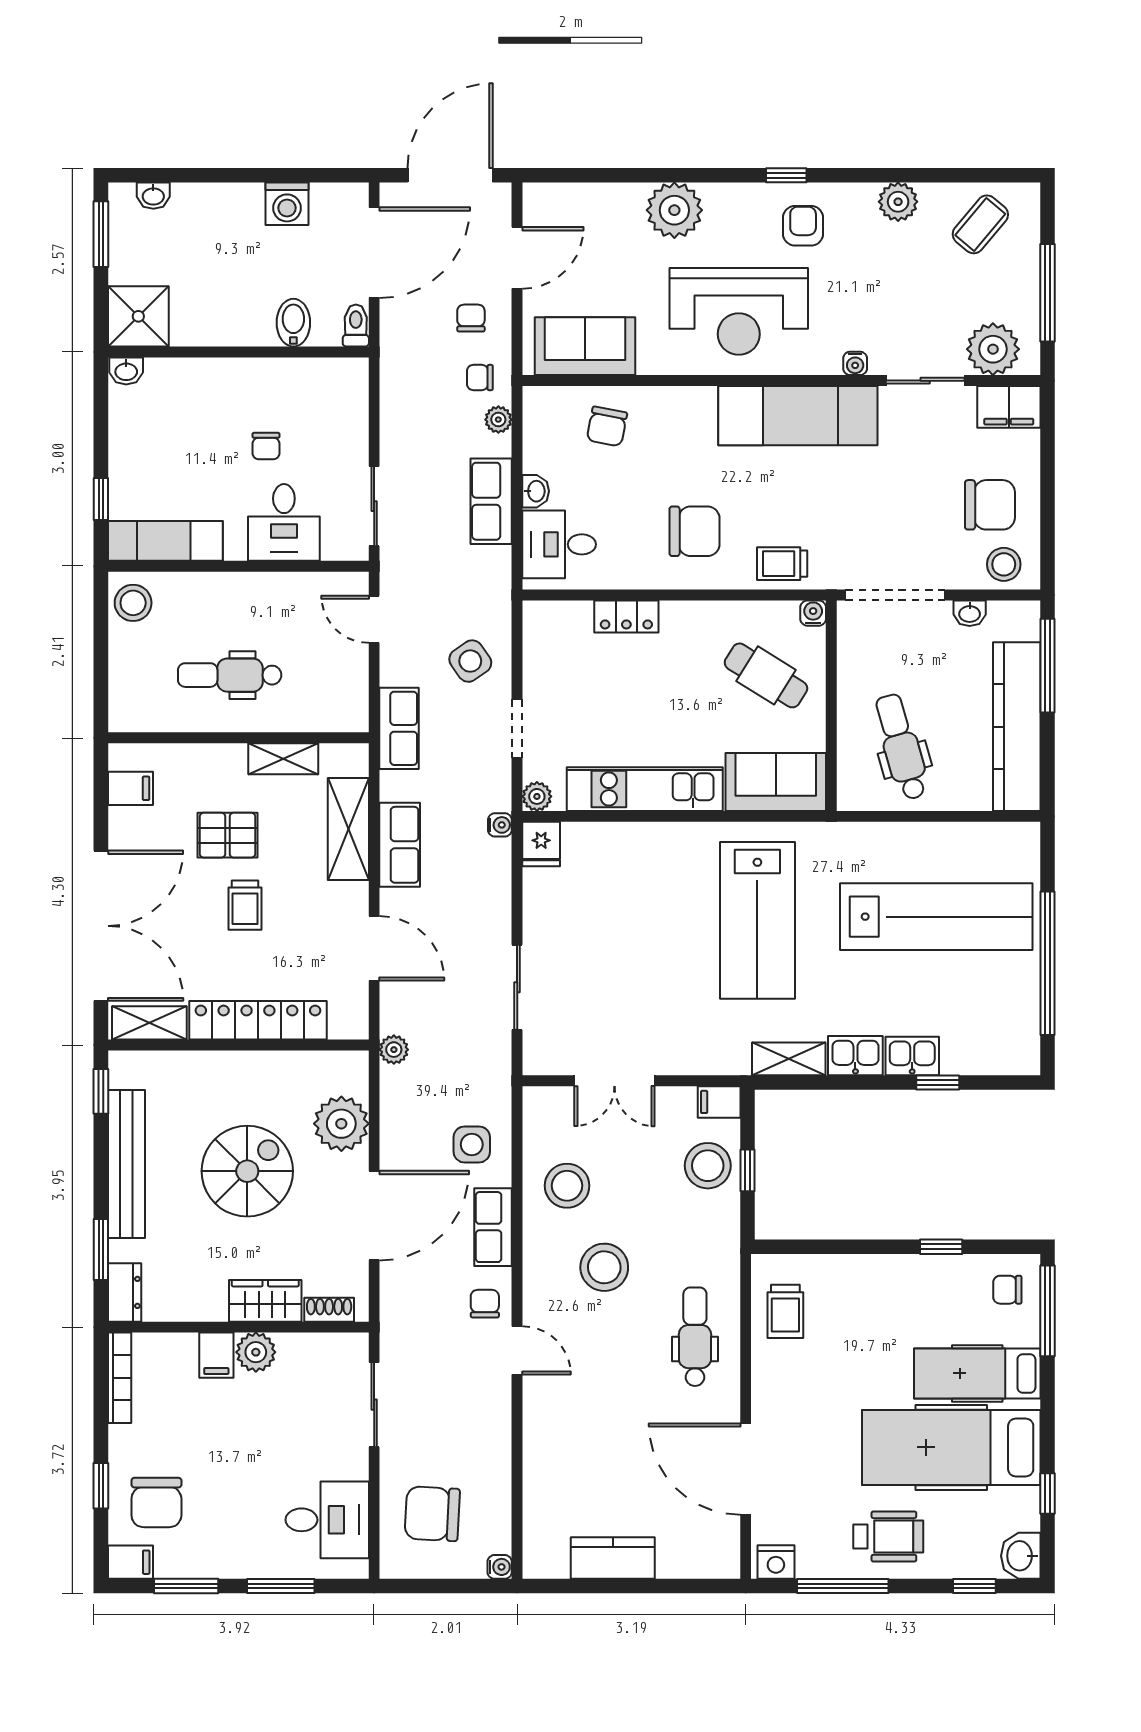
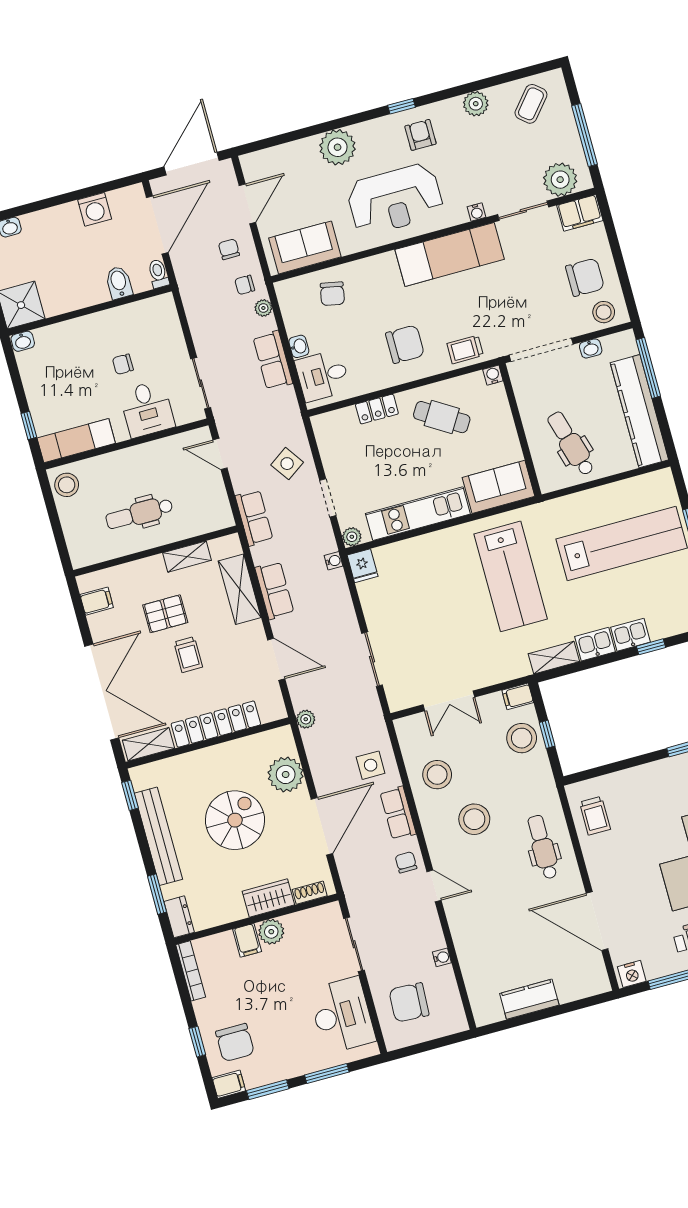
chair: (266, 446) -> (123, 364), turned 90
cafe table: (766, 675) -> (442, 417), moved
desk: (327, 1520) -> (342, 1015), width x1.37
water cooler: (500, 1567) -> (442, 957), moved

